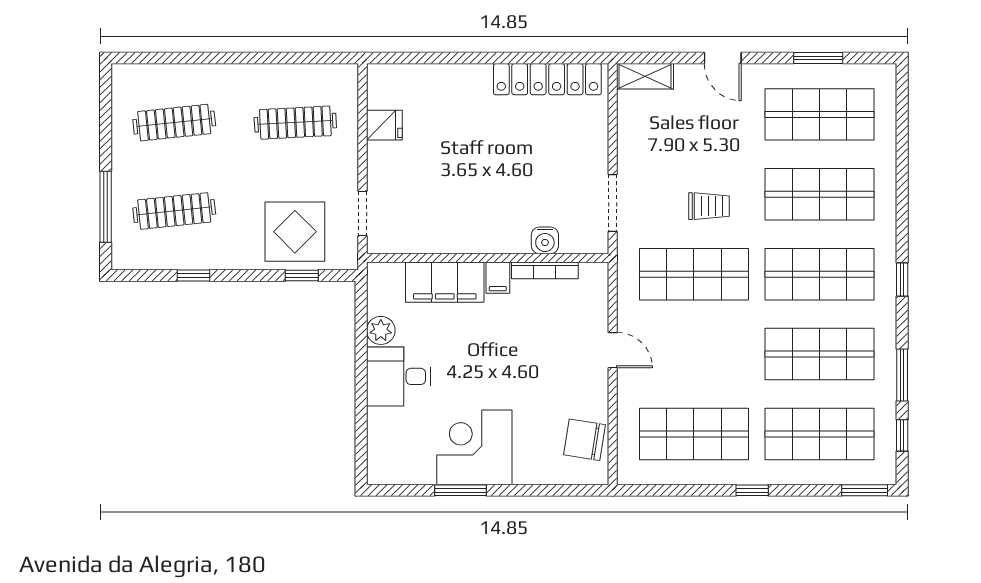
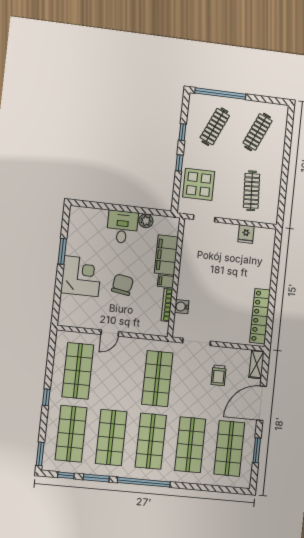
door: (723, 58) -> (261, 403), width x1.88
clothes rail: (174, 123) -> (258, 132), turned 30
trolley: (709, 206) -> (219, 375), moved
window: (106, 207) -> (220, 94), width x1.46
clothes rail: (174, 211) -> (215, 127), turned 30
window: (302, 276) -> (179, 163), moved
window: (902, 280) -> (144, 482), width x3.17
door: (613, 350) -> (110, 333), moved
chair: (585, 440) -> (123, 285), moved
corner desk: (474, 447) -> (81, 276), moved

